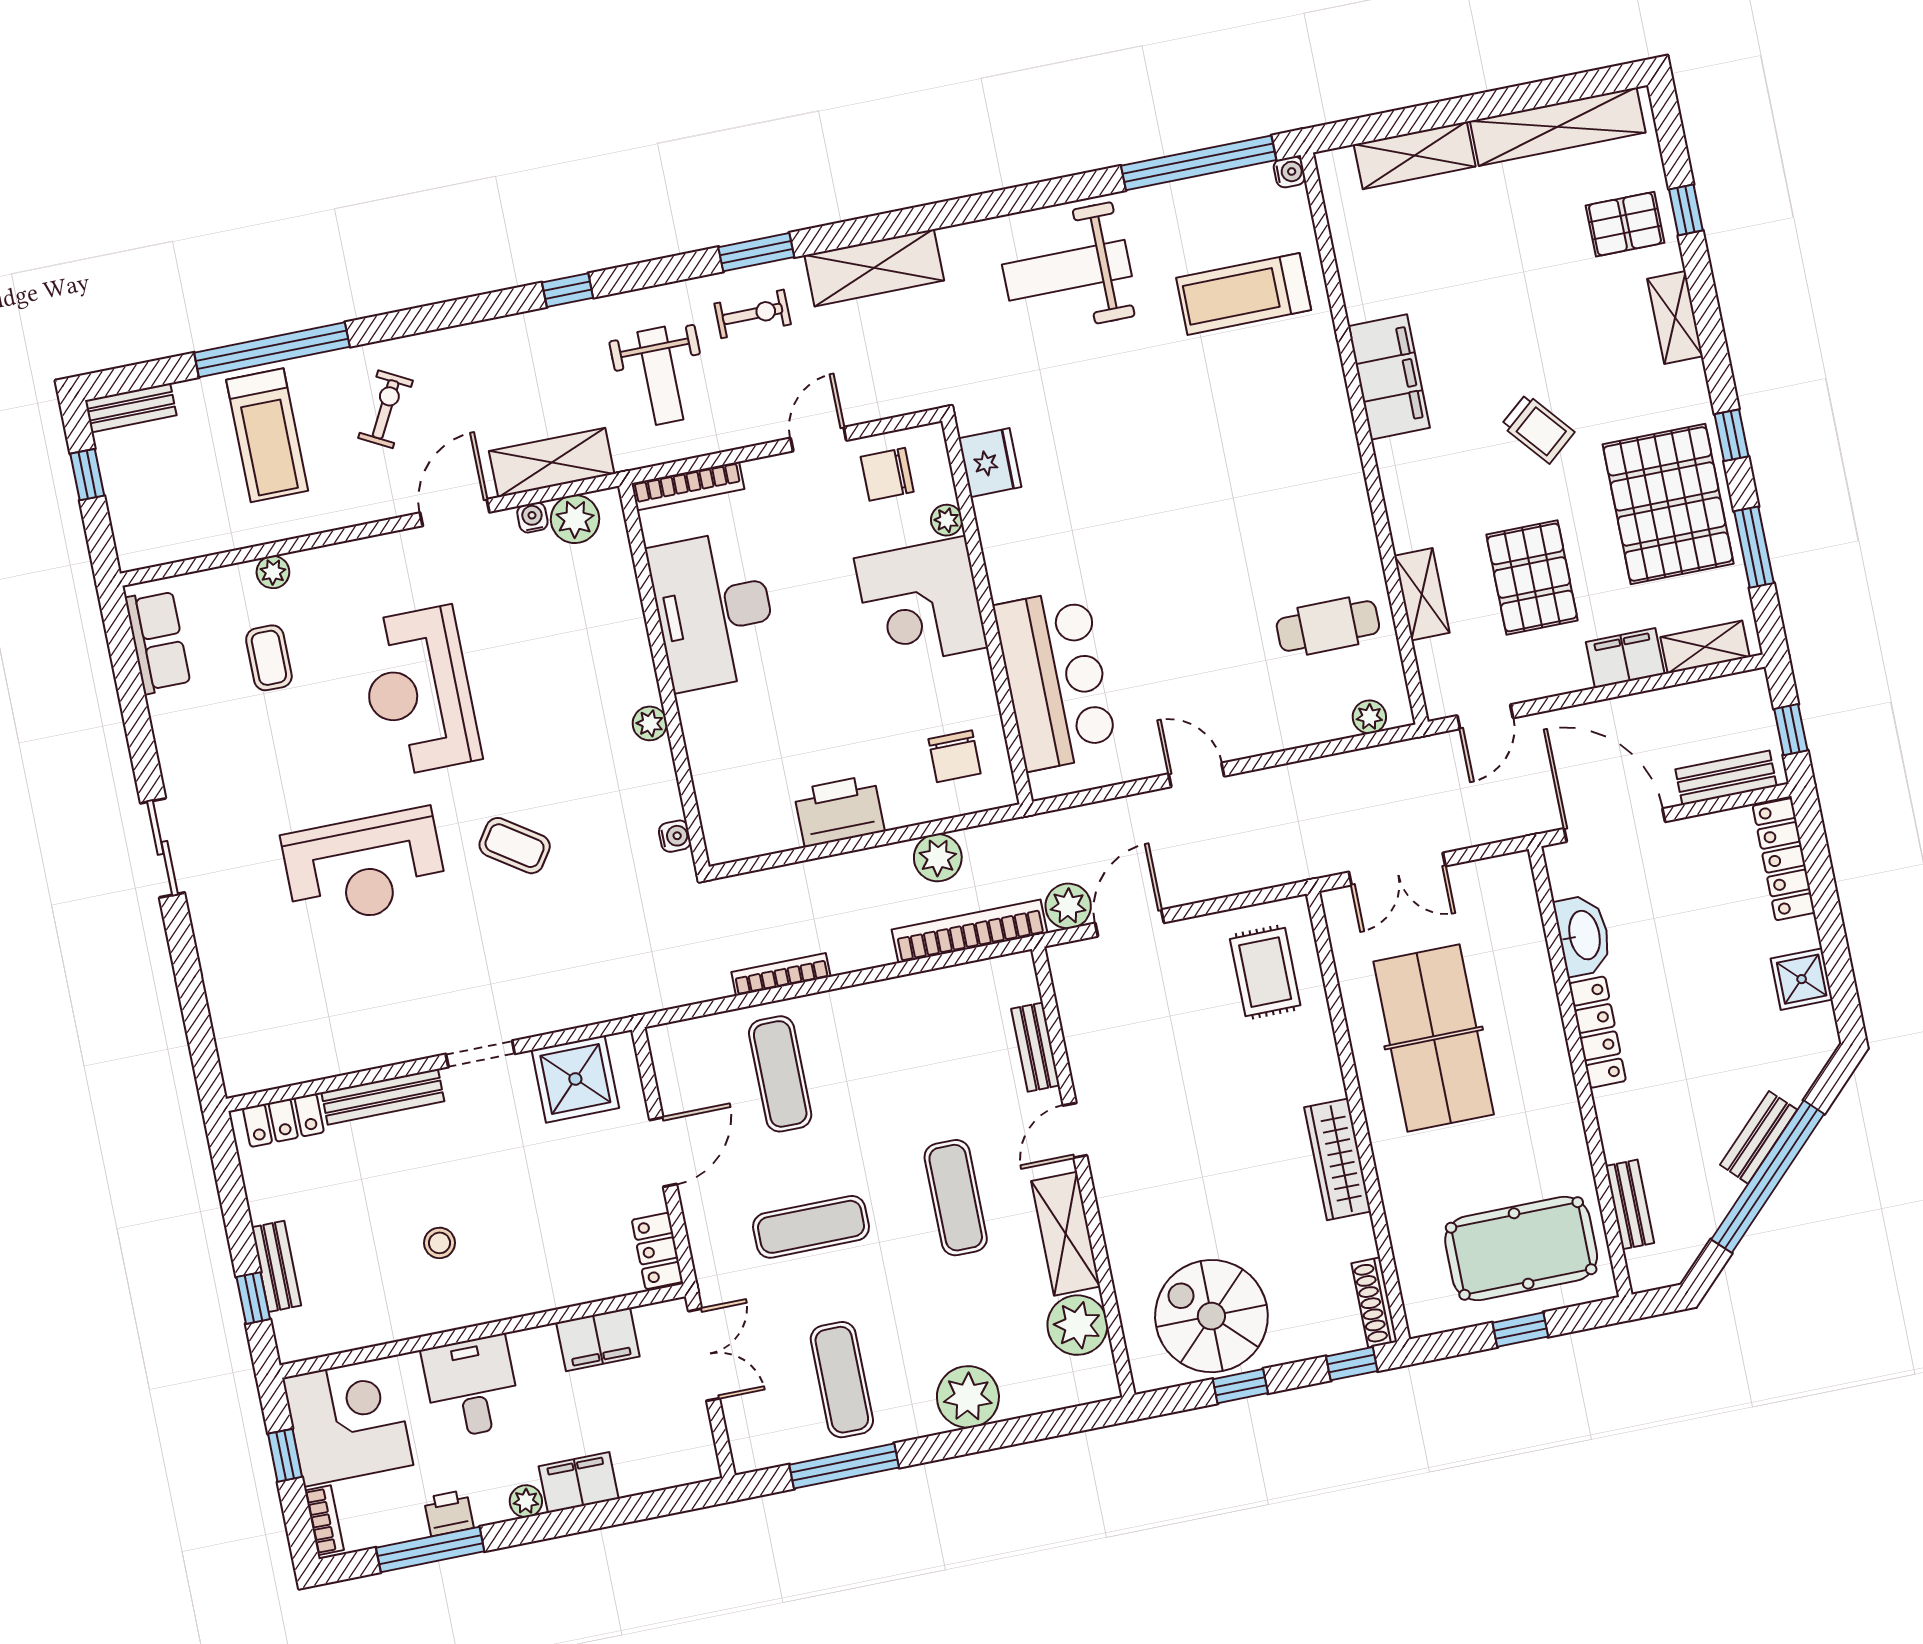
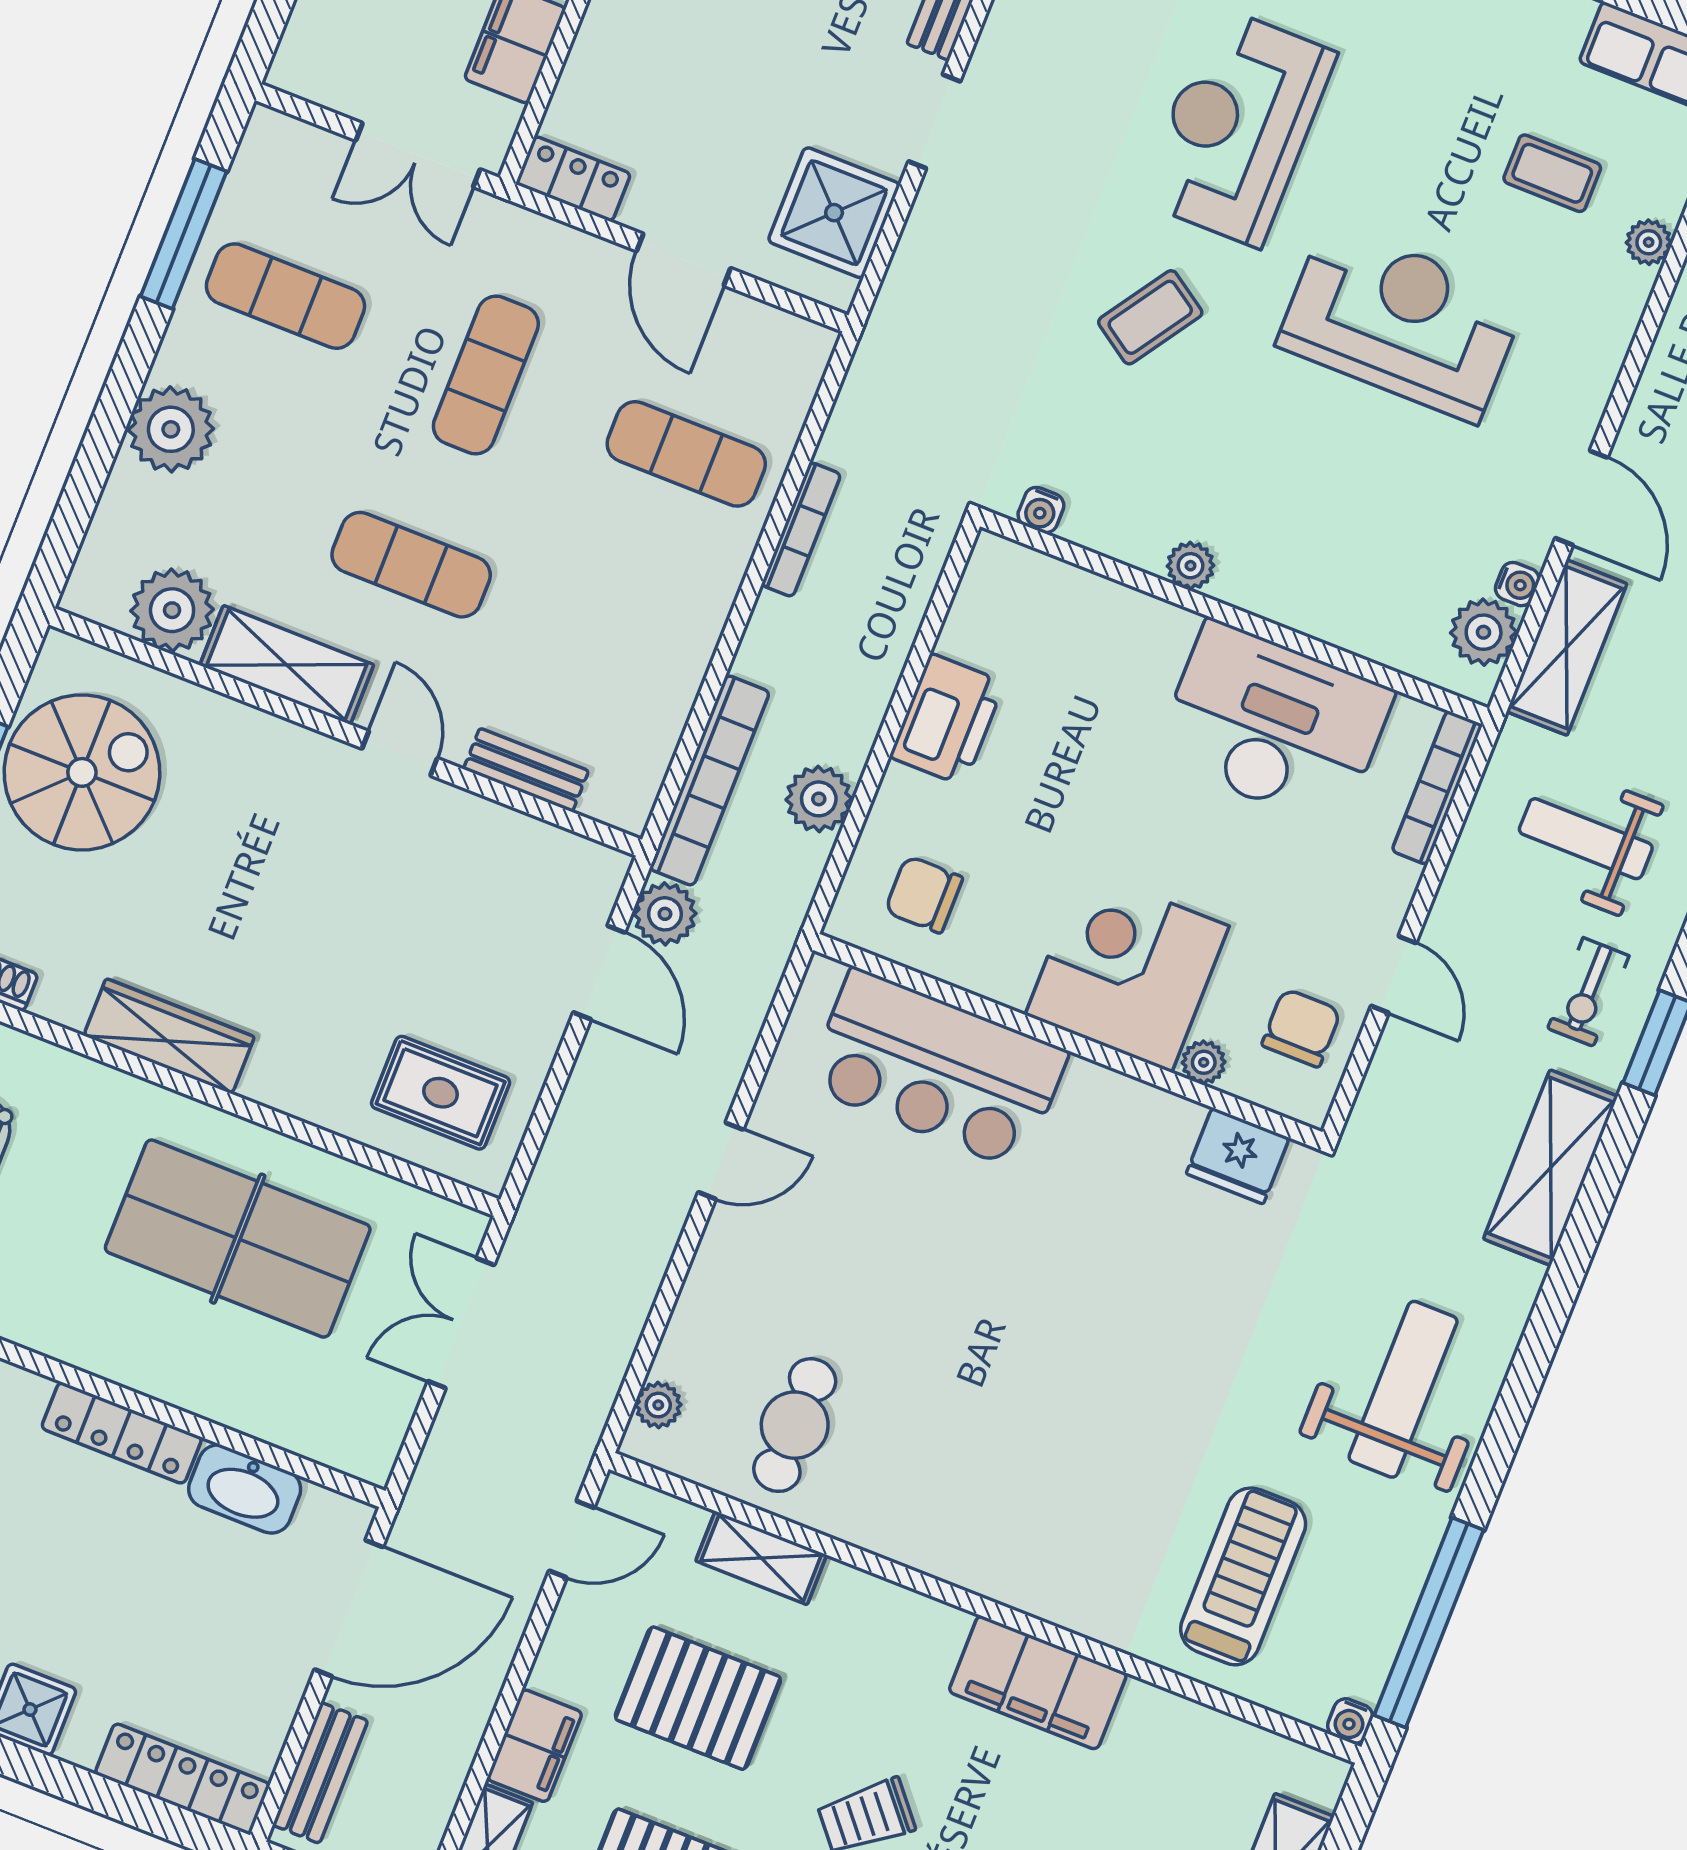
door: (1485, 717) -> (572, 1539), swing flipped

